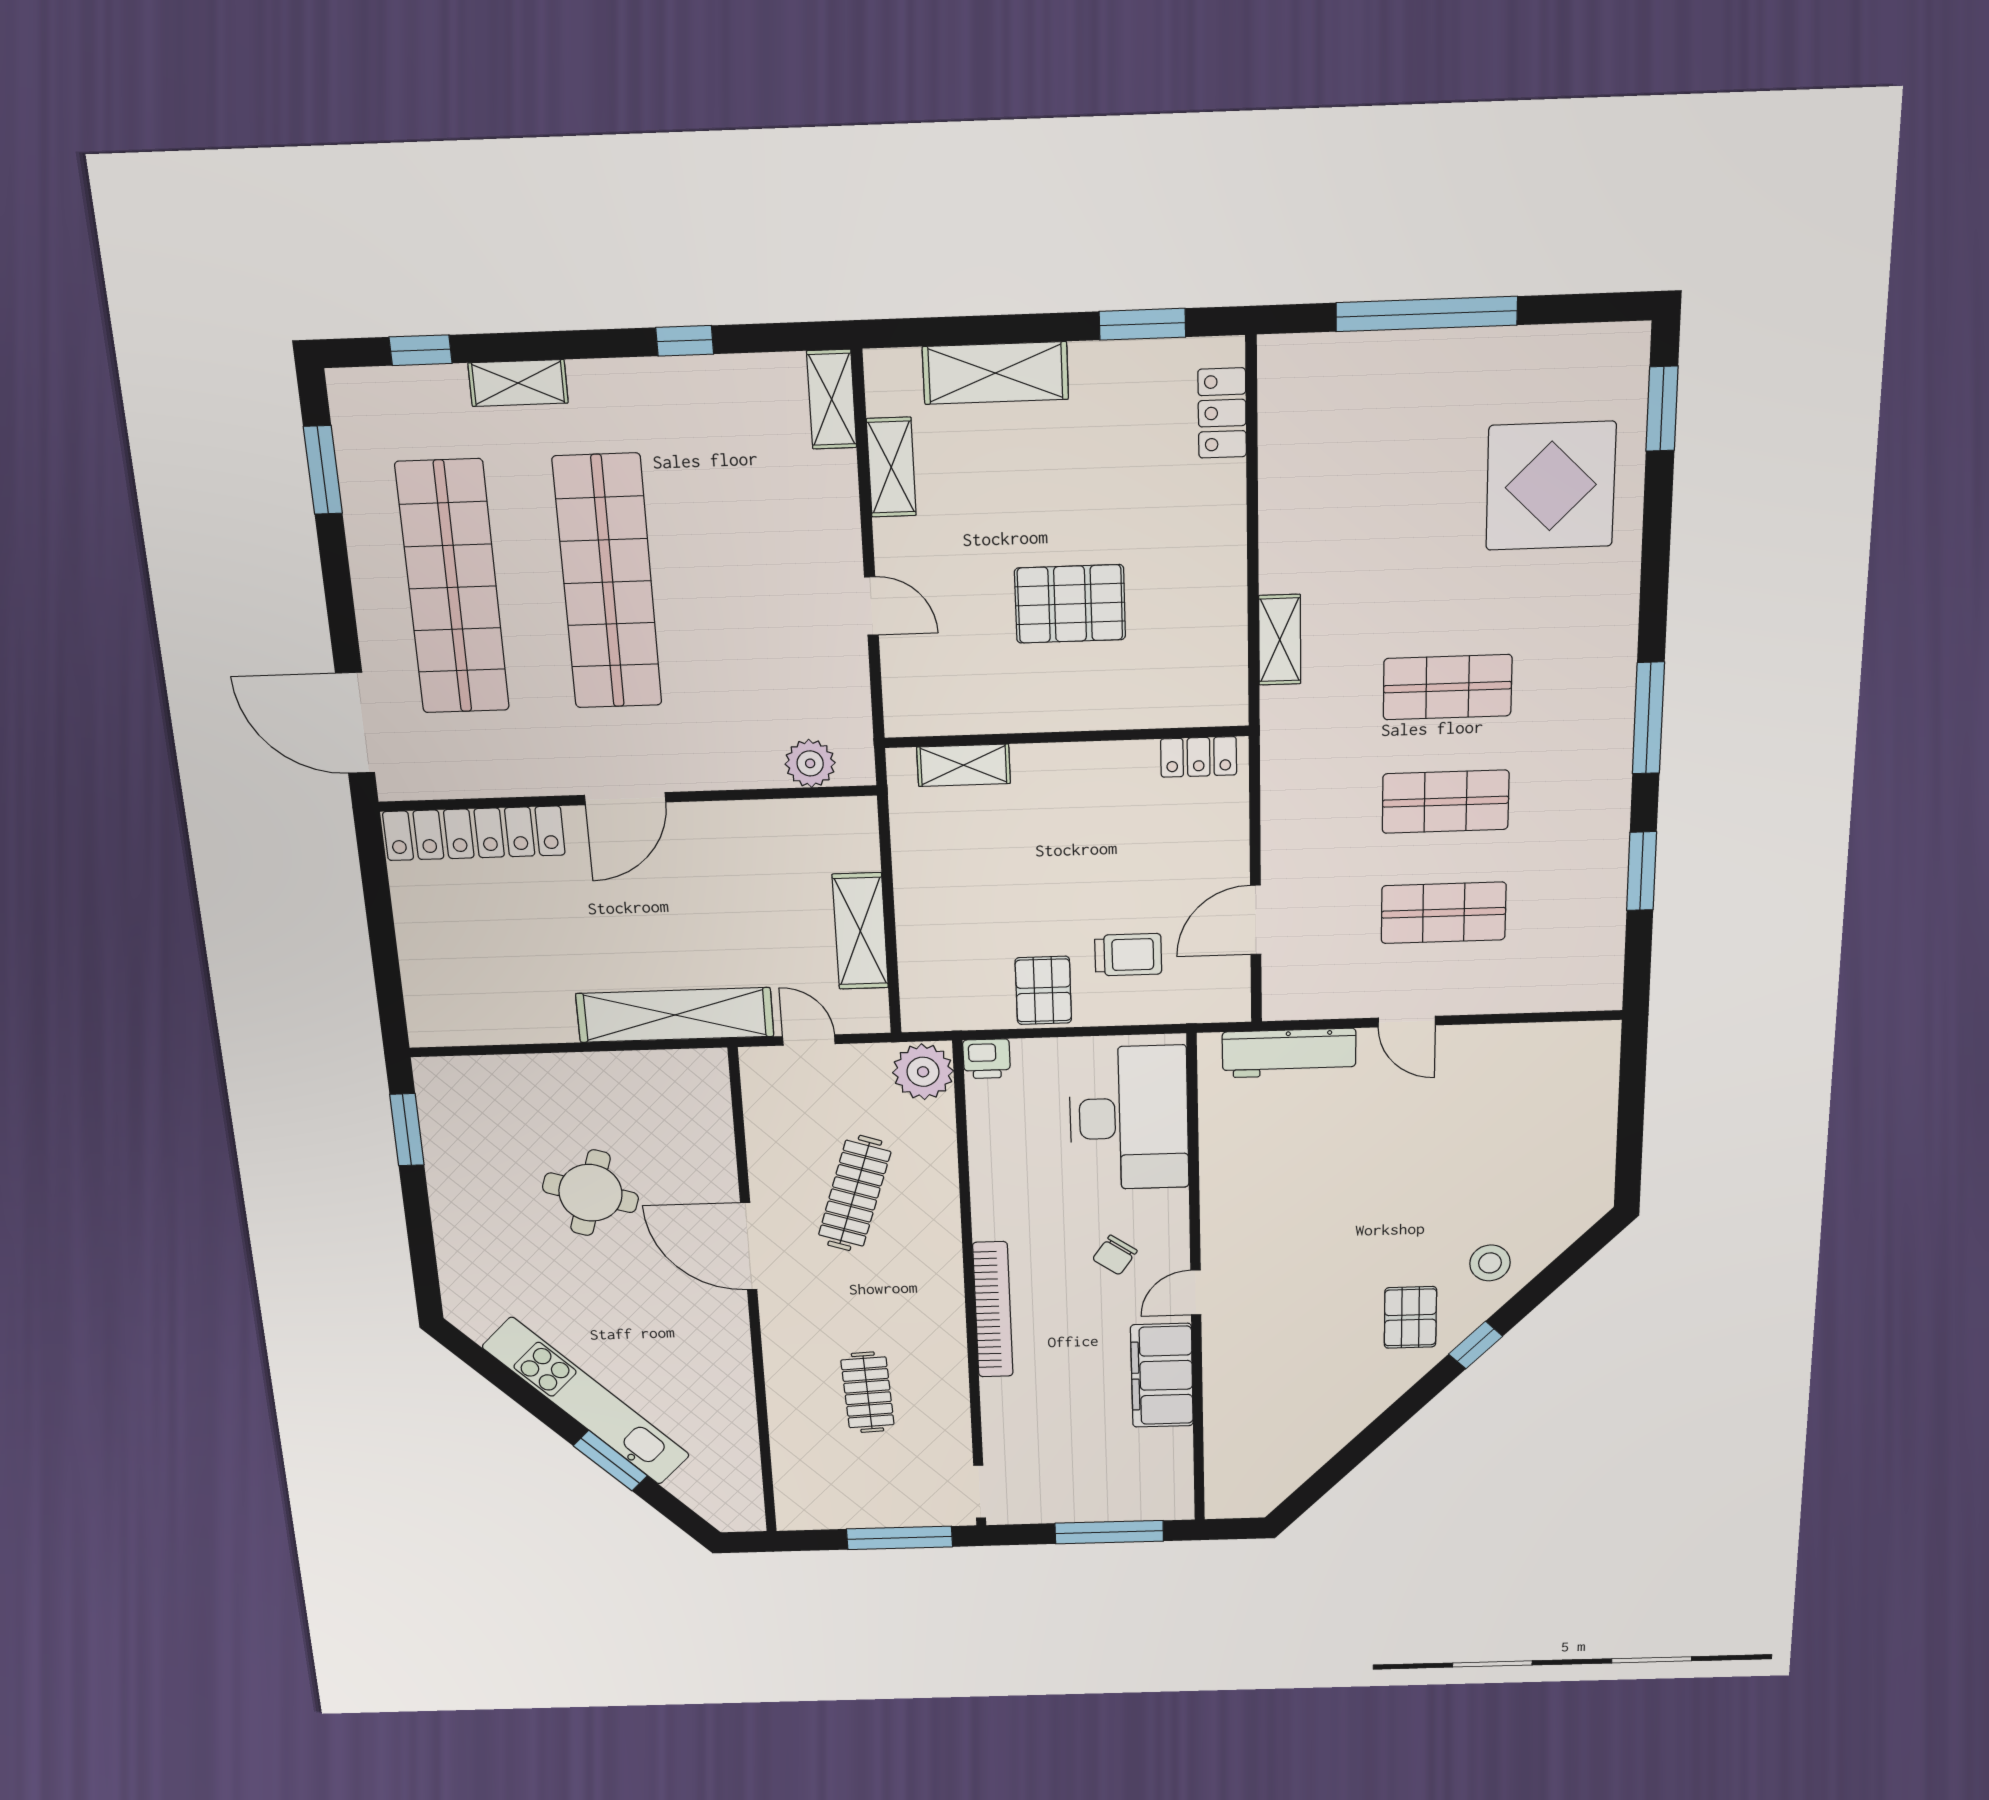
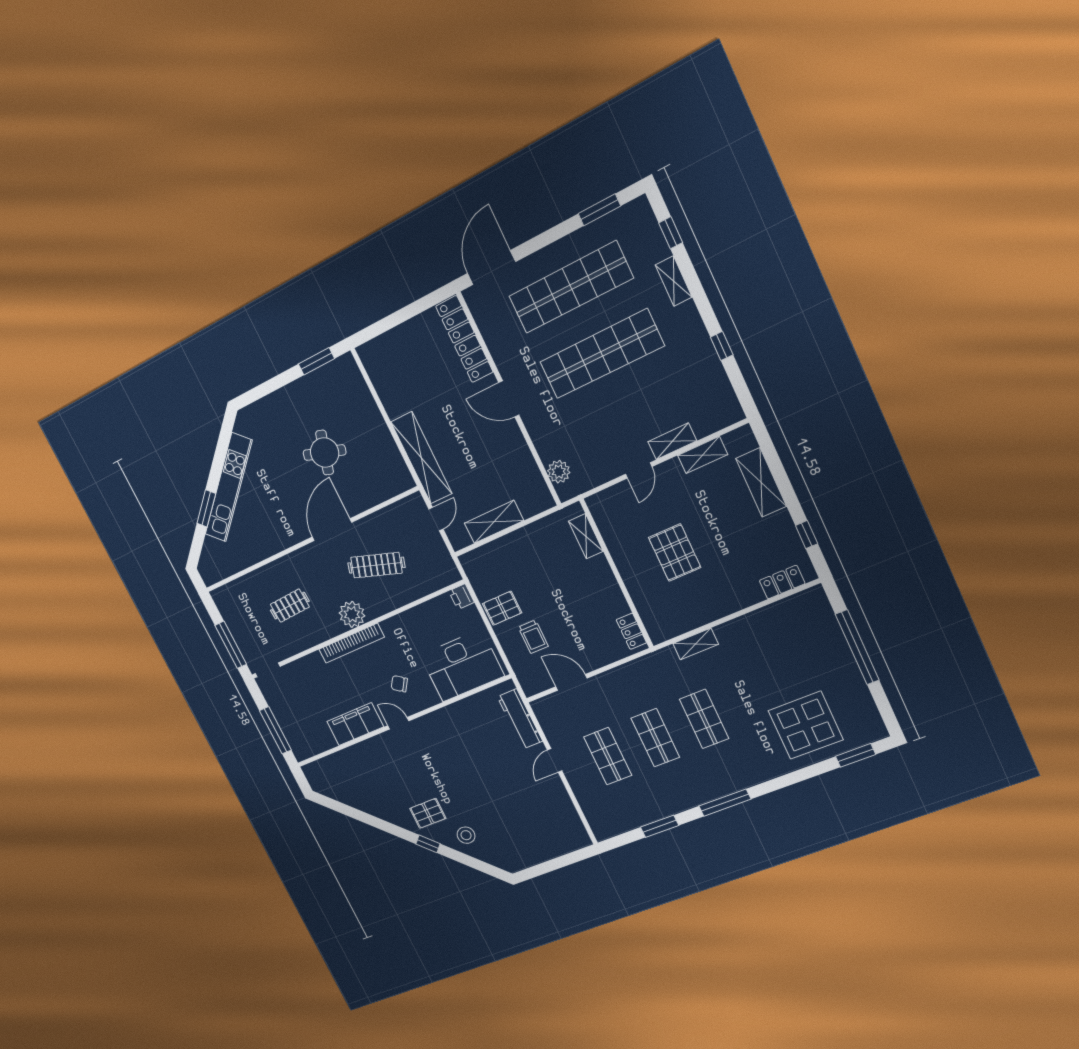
window: (1142, 324) -> (807, 535), width x0.67
shelving: (832, 399) -> (672, 441), moved
plant: (923, 1072) -> (352, 614), moved

